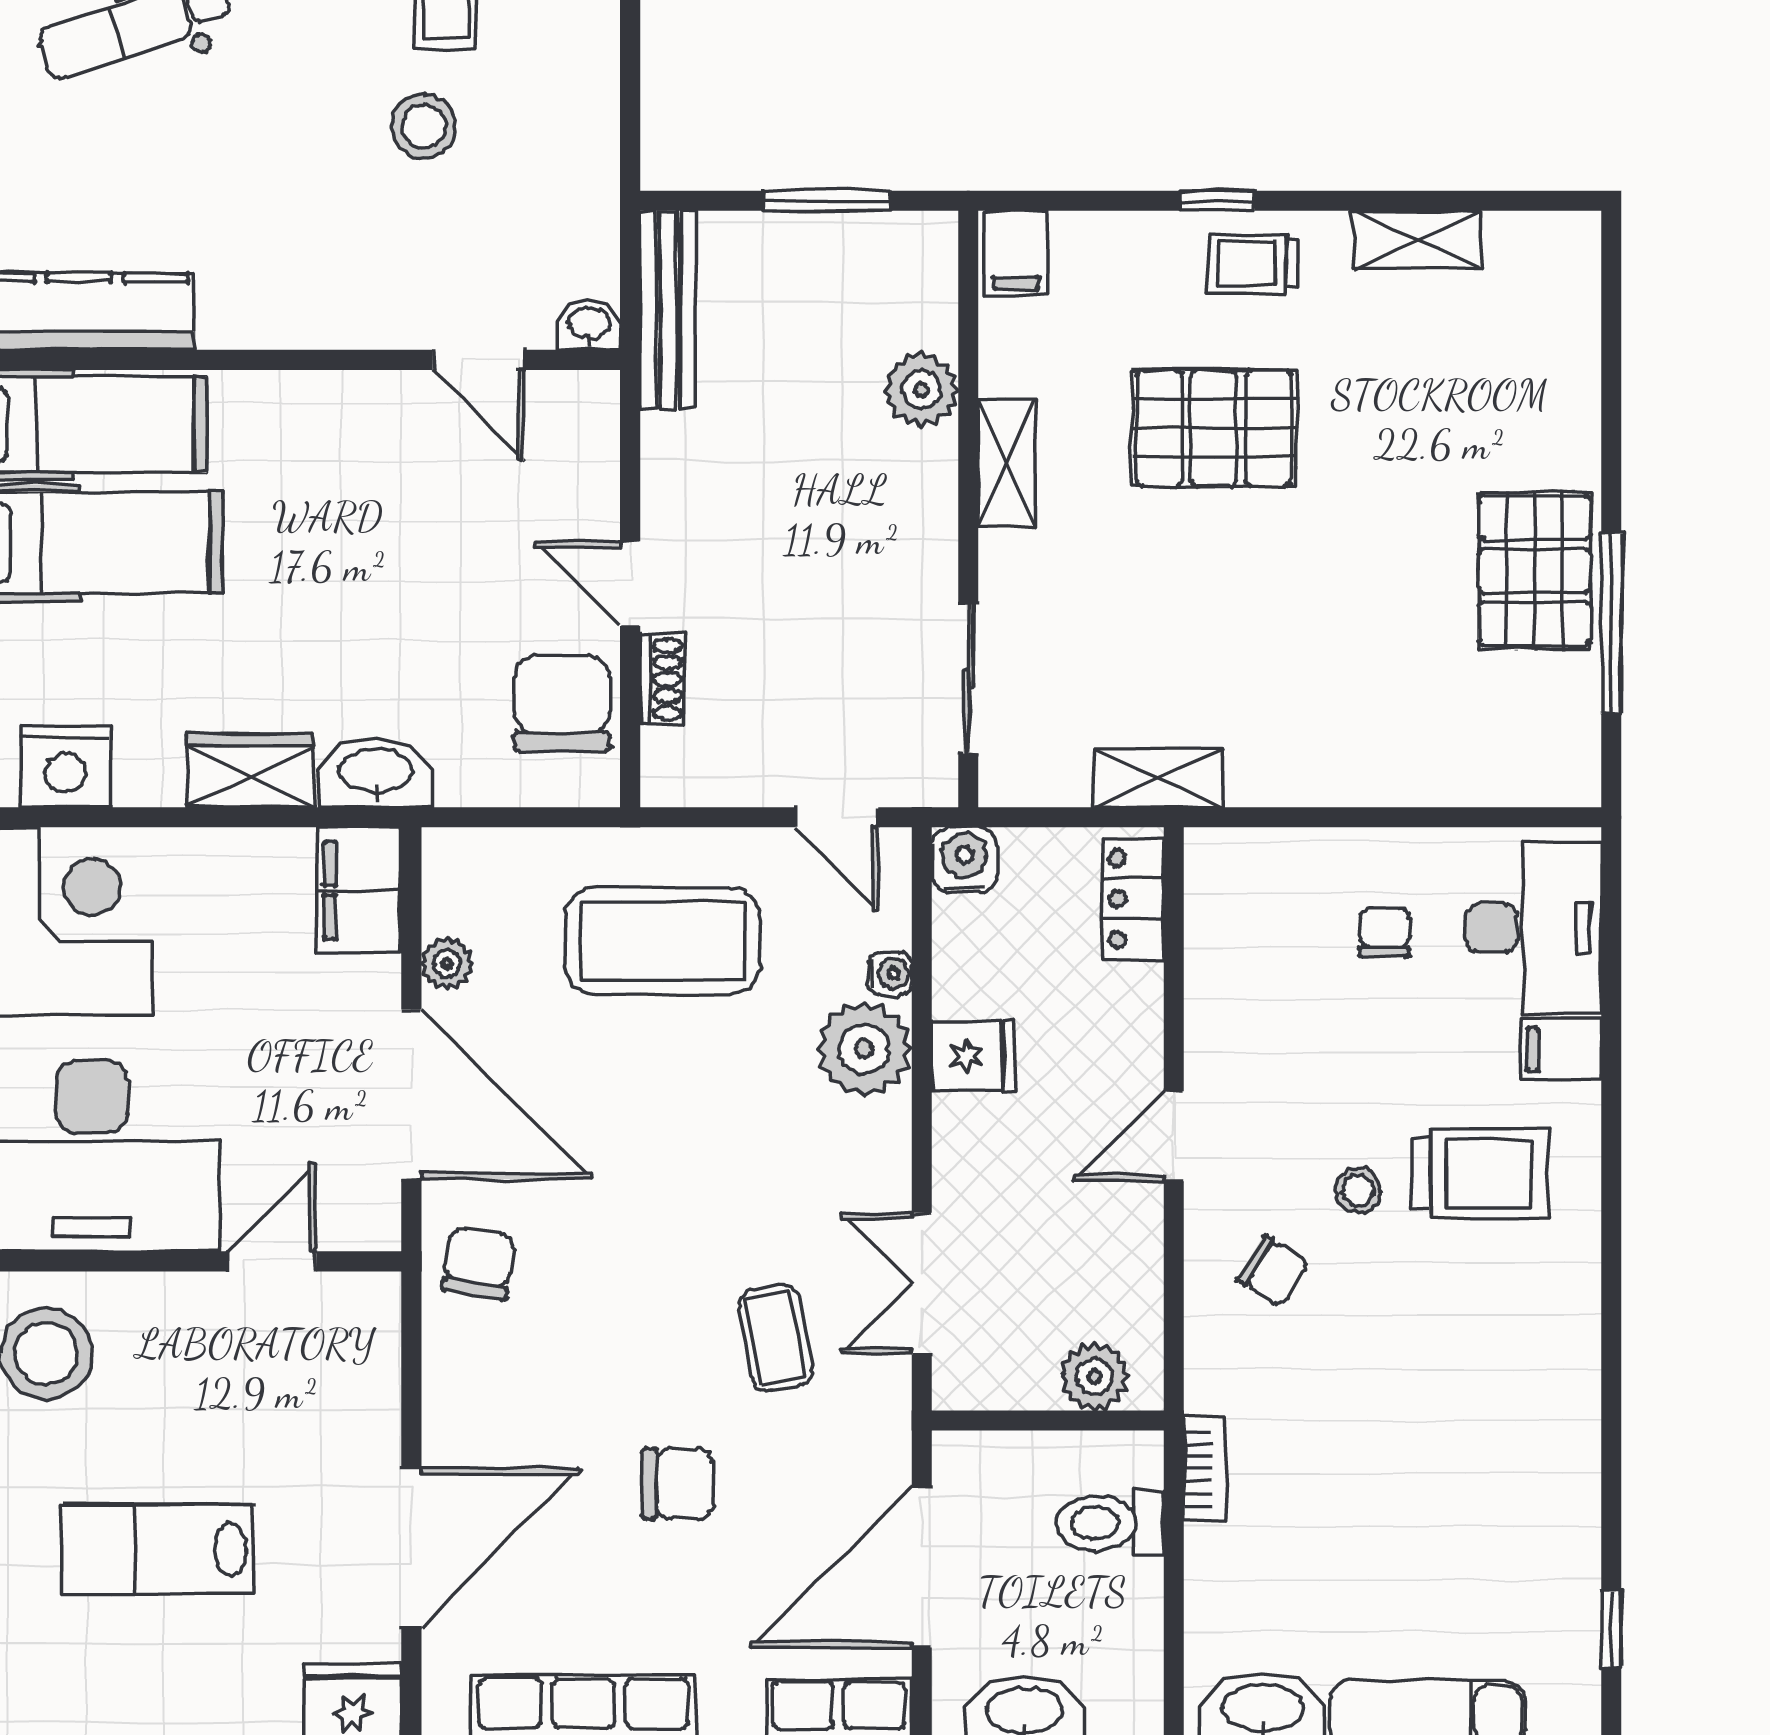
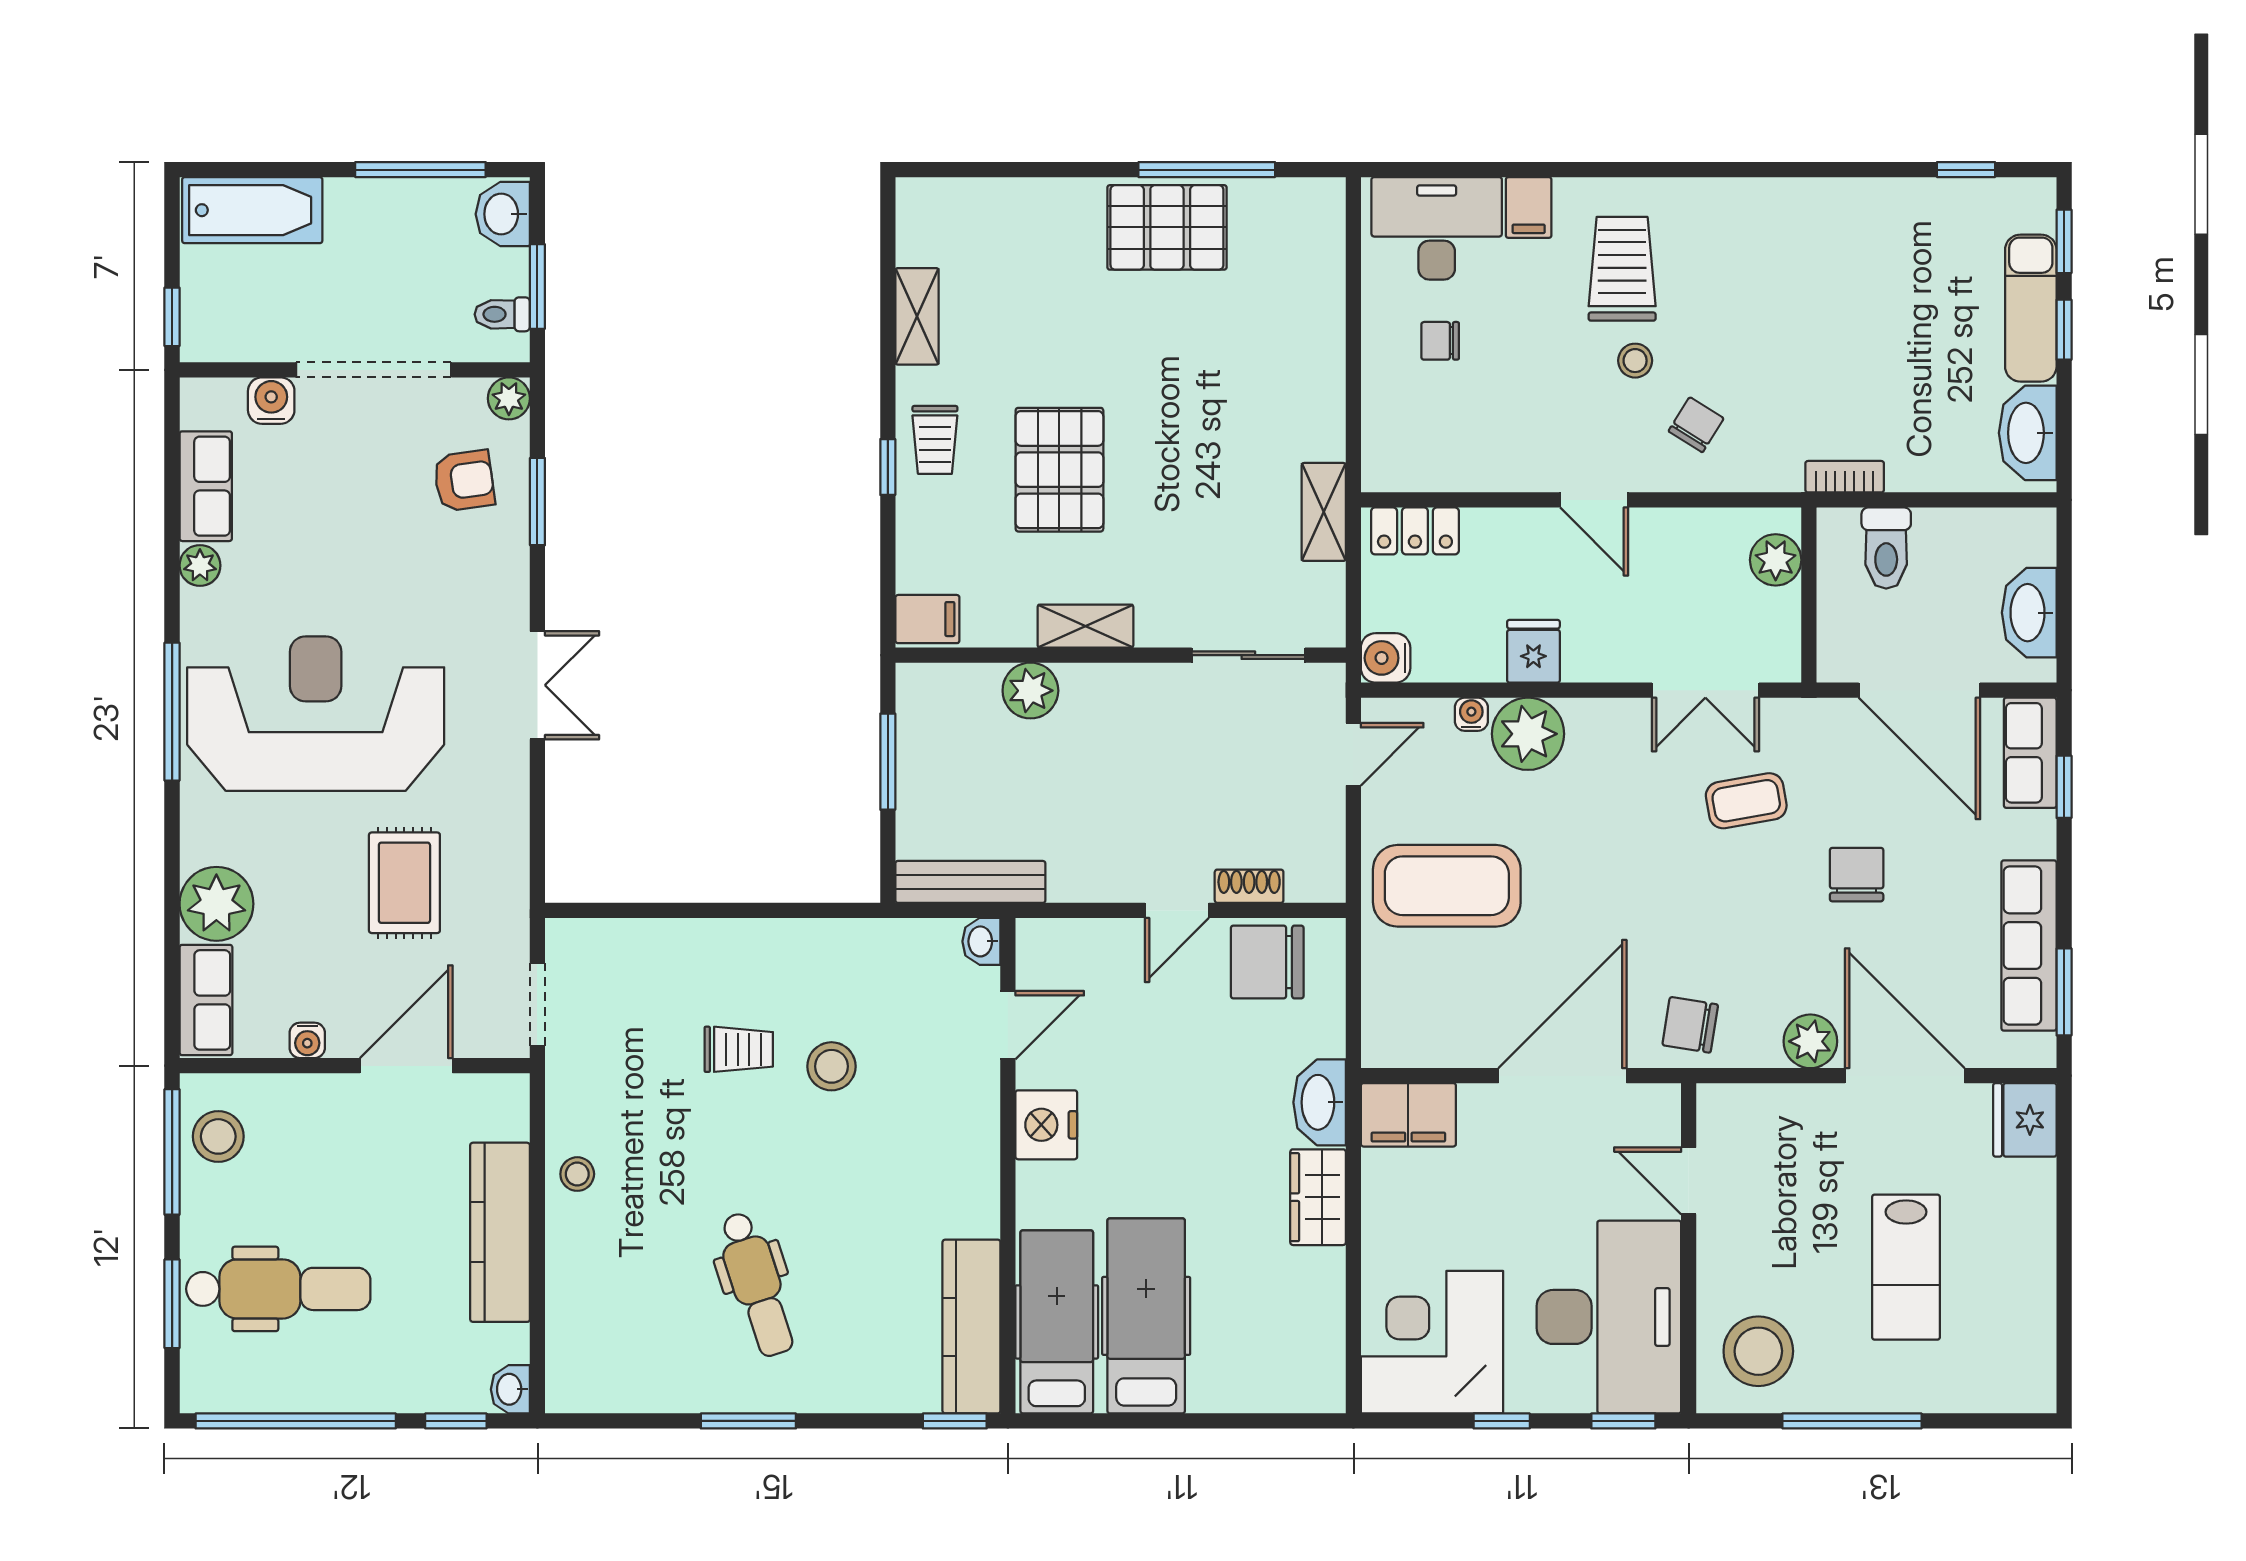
nightstand: (65, 766) -> (1046, 1125), moved, turned 180
coffee table: (663, 941) -> (1447, 886), turned 90
plant: (447, 964) -> (1810, 1041), moved, width x1.38, depth x1.38

